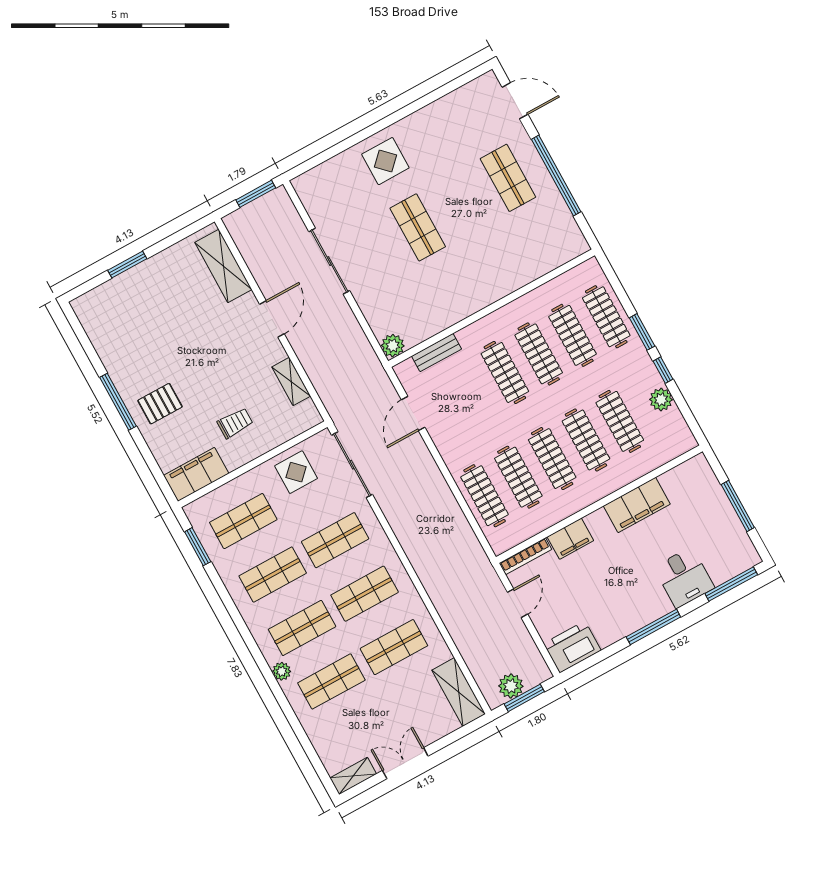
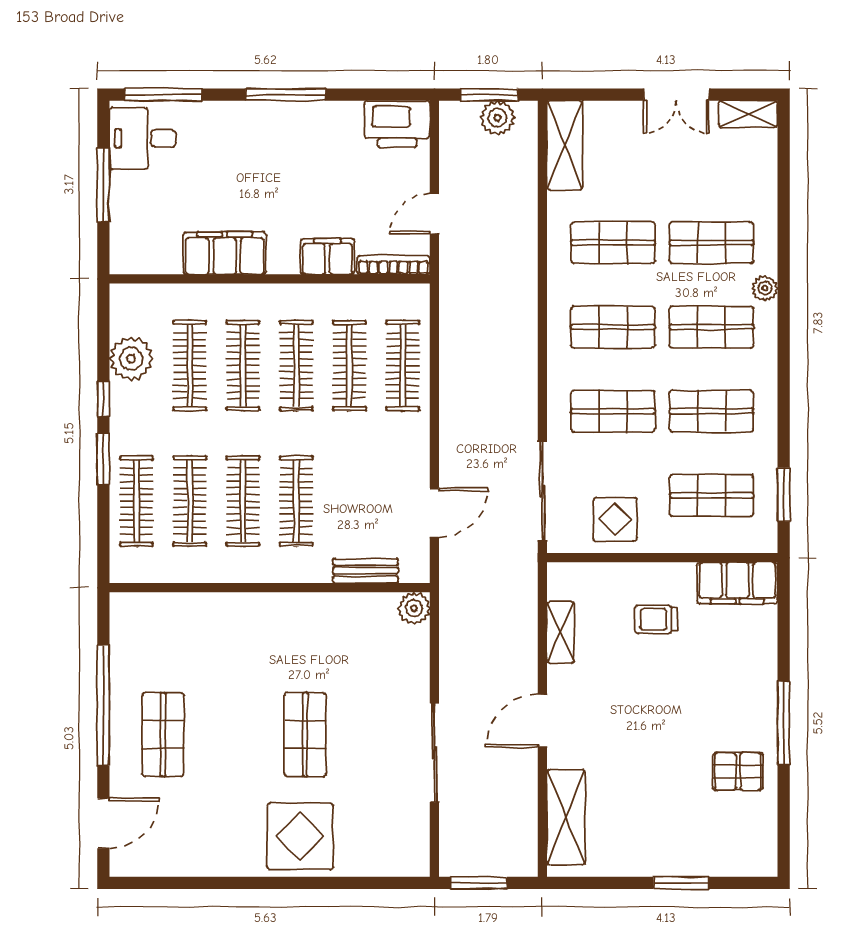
door: (515, 101) -> (103, 823), swing flipped
display table: (385, 161) -> (300, 836), width x1.36, depth x1.36
plant: (661, 400) -> (131, 359), width x1.36, depth x1.36
pallet: (160, 404) -> (738, 771), moved
desk: (684, 577) -> (143, 138), moved, turned -90

